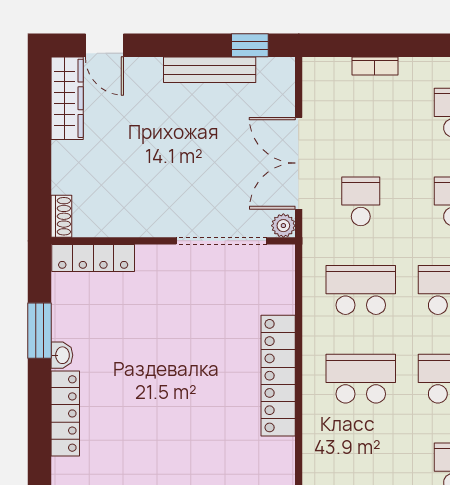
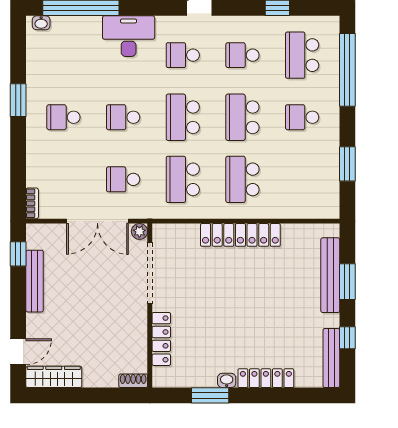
bookcase: (375, 66) -> (32, 203), moved
locker: (93, 258) -> (161, 339), moved

